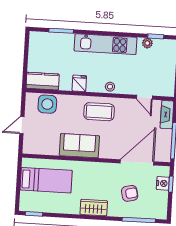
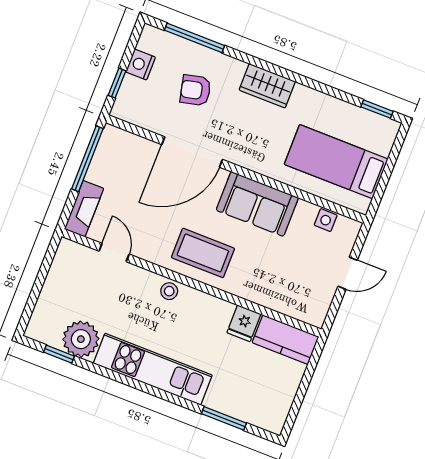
plant: (147, 43) -> (81, 339), width x1.87, depth x1.87
fridge: (79, 83) -> (244, 323), moved
side table: (47, 104) -> (326, 220), moved, width x0.54, depth x0.54
door: (137, 162) -> (192, 152), moved
nightstand: (163, 183) -> (140, 64), moved

